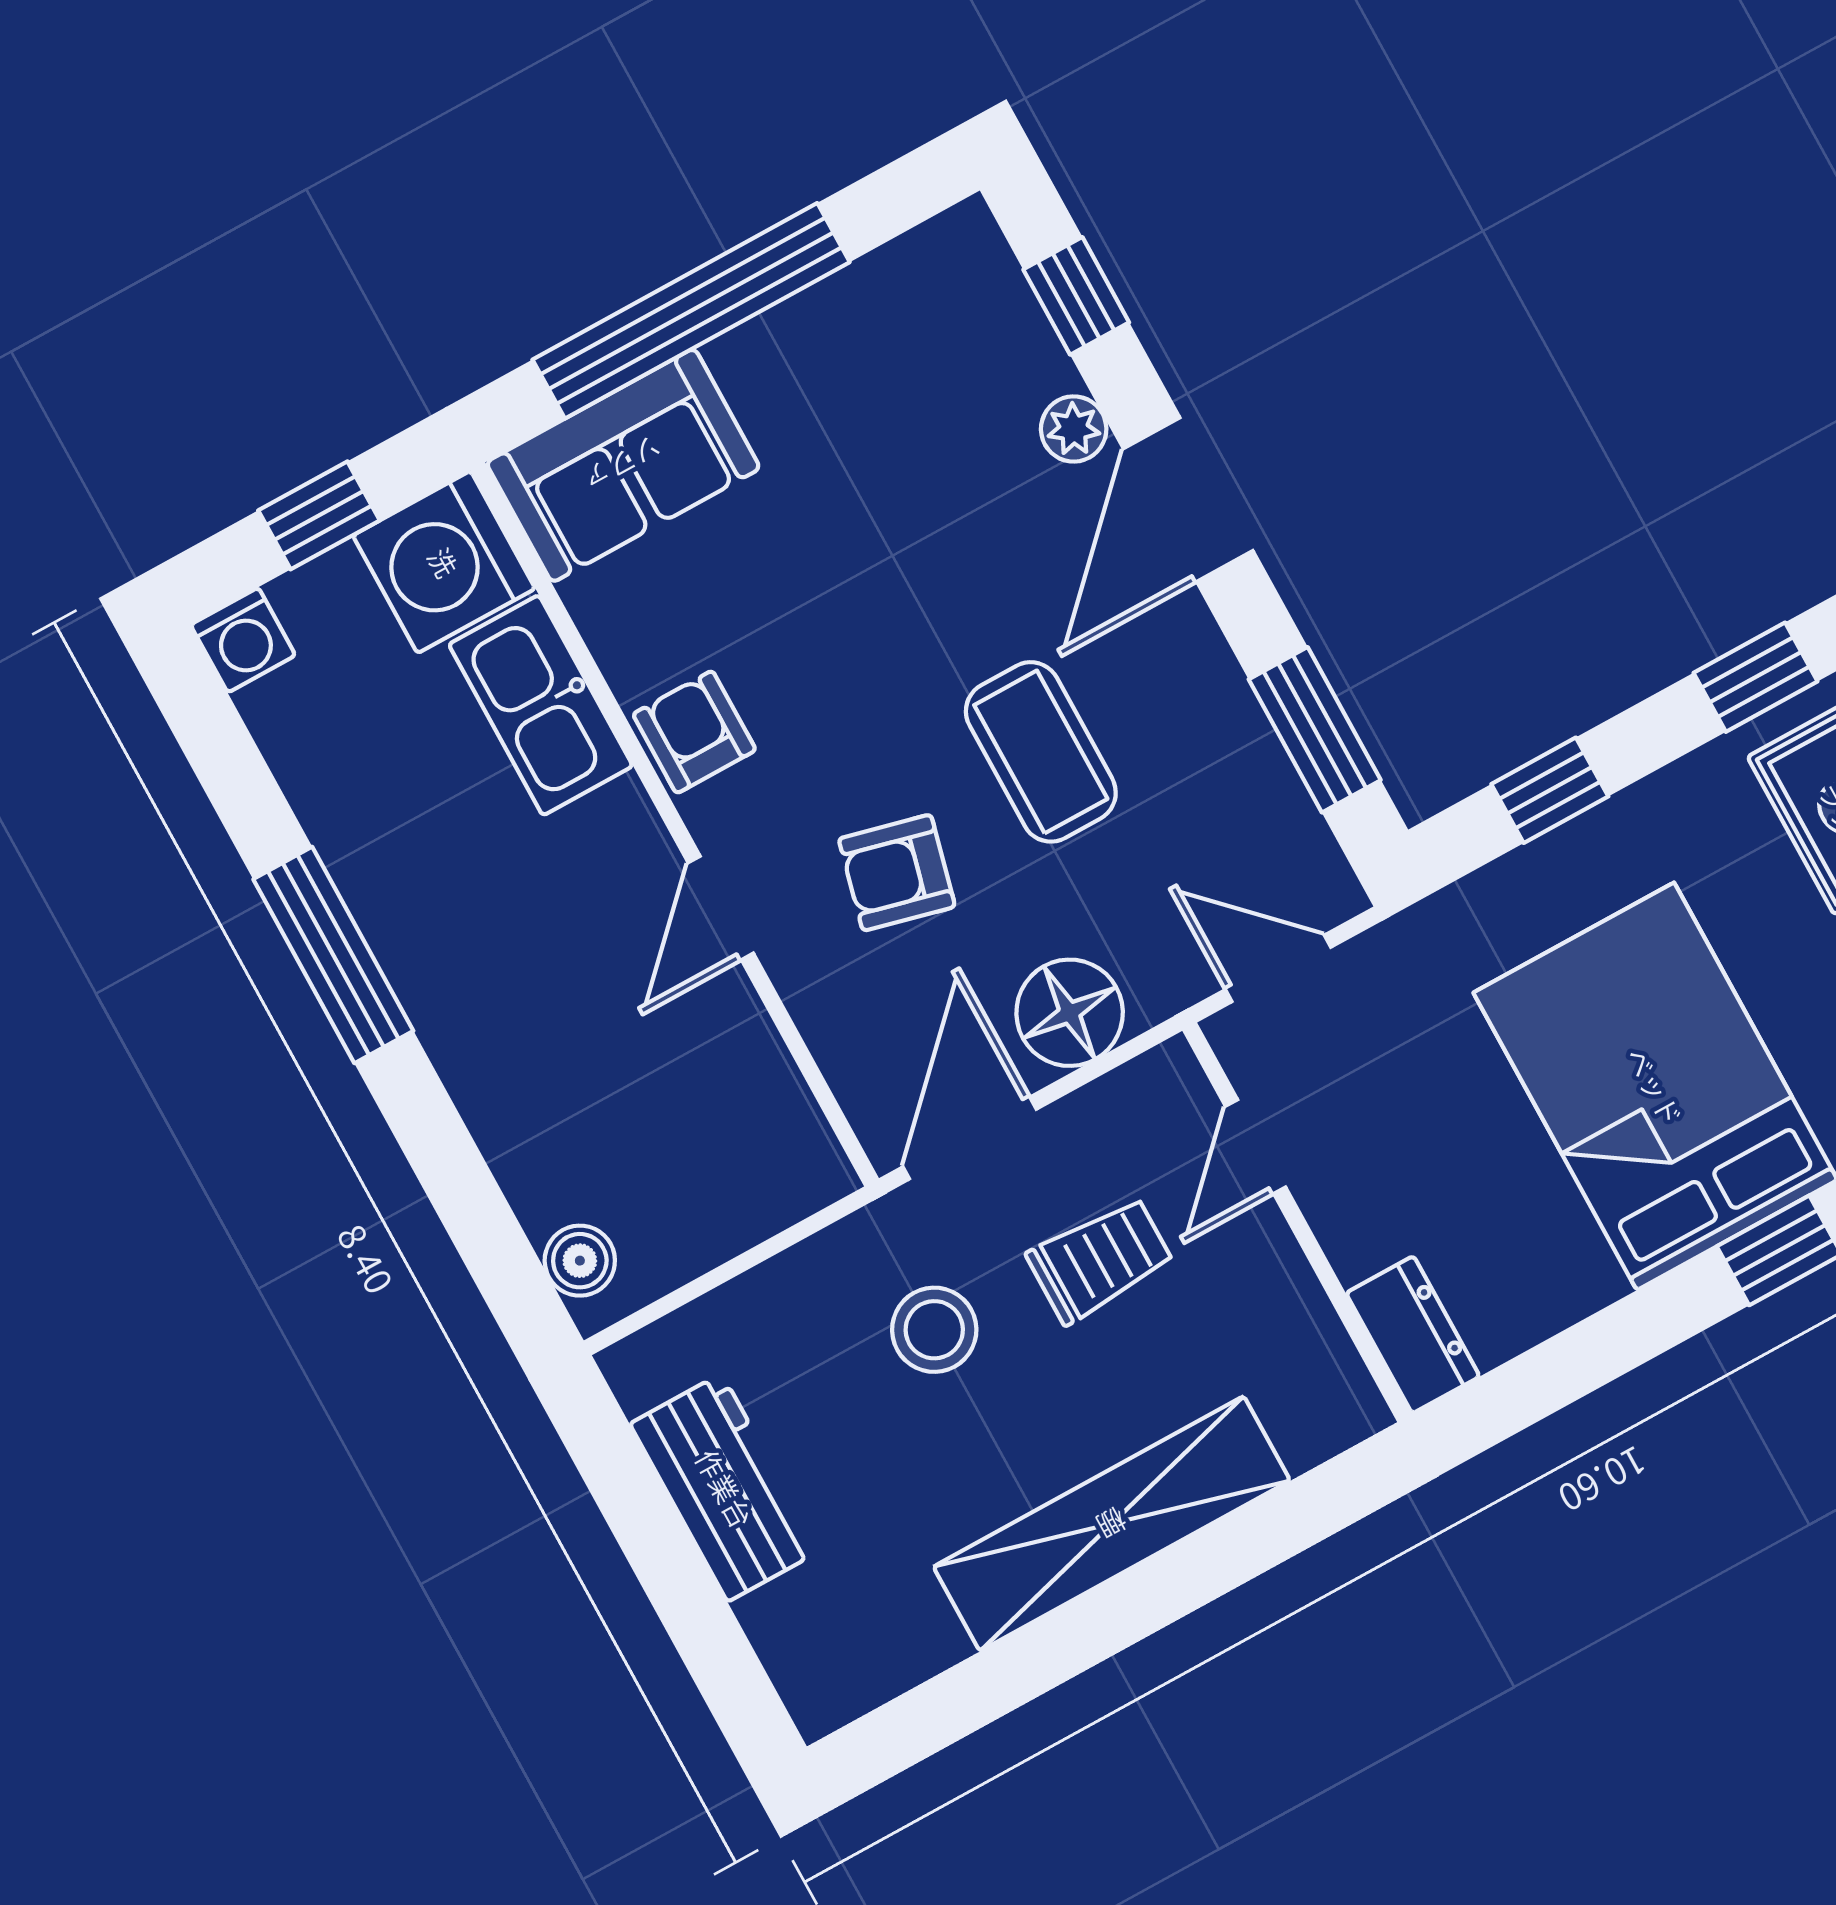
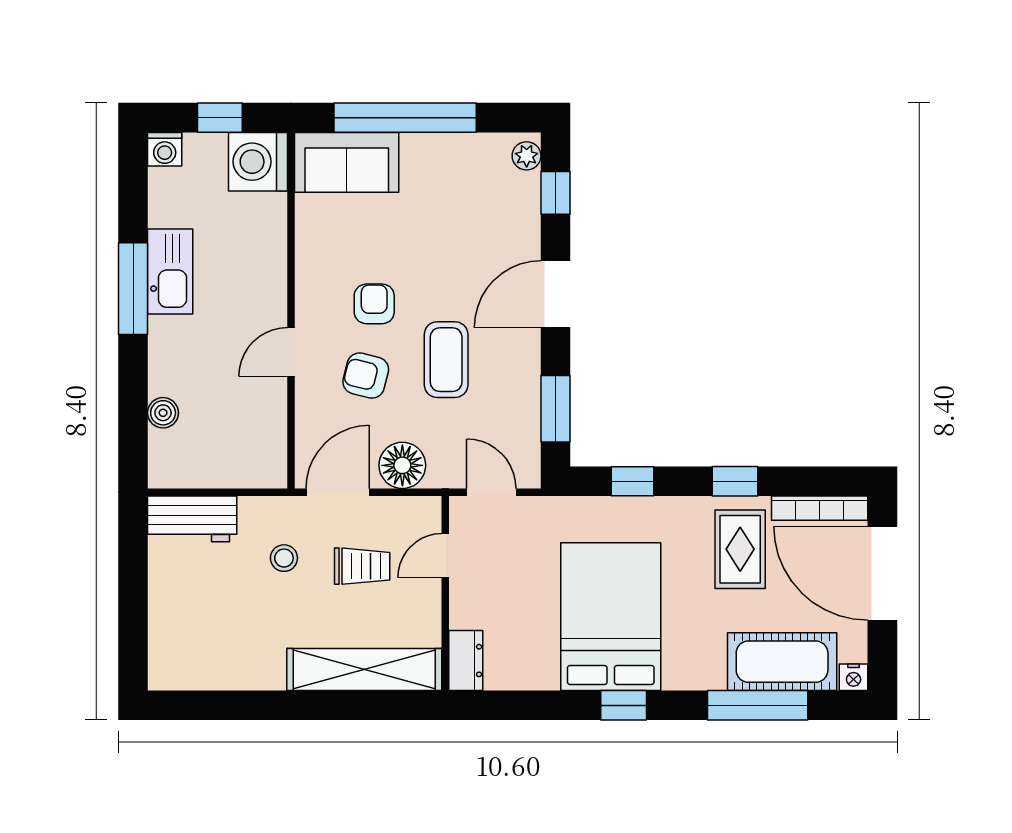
plant: (1074, 429) -> (527, 156), moved
kitchen sink: (541, 705) -> (170, 272), moved, turned 180
armchair: (694, 732) -> (374, 304), moved
boiler: (580, 1261) -> (163, 413), moved
stool: (934, 1330) -> (284, 558), width x0.73, depth x0.73
workbench: (725, 1488) -> (192, 519), moved, turned 90
shelving: (1112, 1524) -> (364, 670), moved

